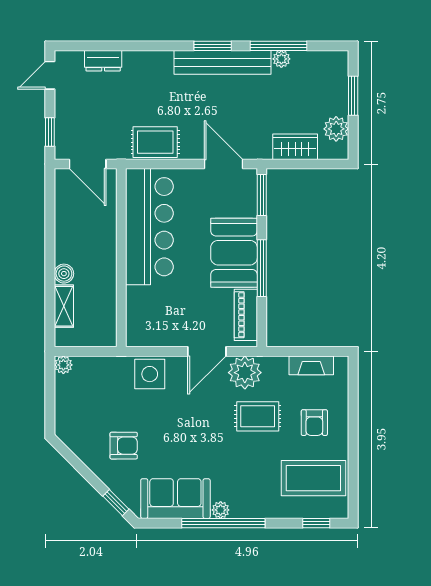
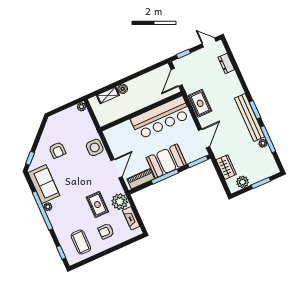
door: (207, 351) -> (116, 169), swing flipped
plant: (245, 373) -> (120, 202), moved
coffee table: (313, 478) -> (81, 242), width x0.73, depth x0.76

